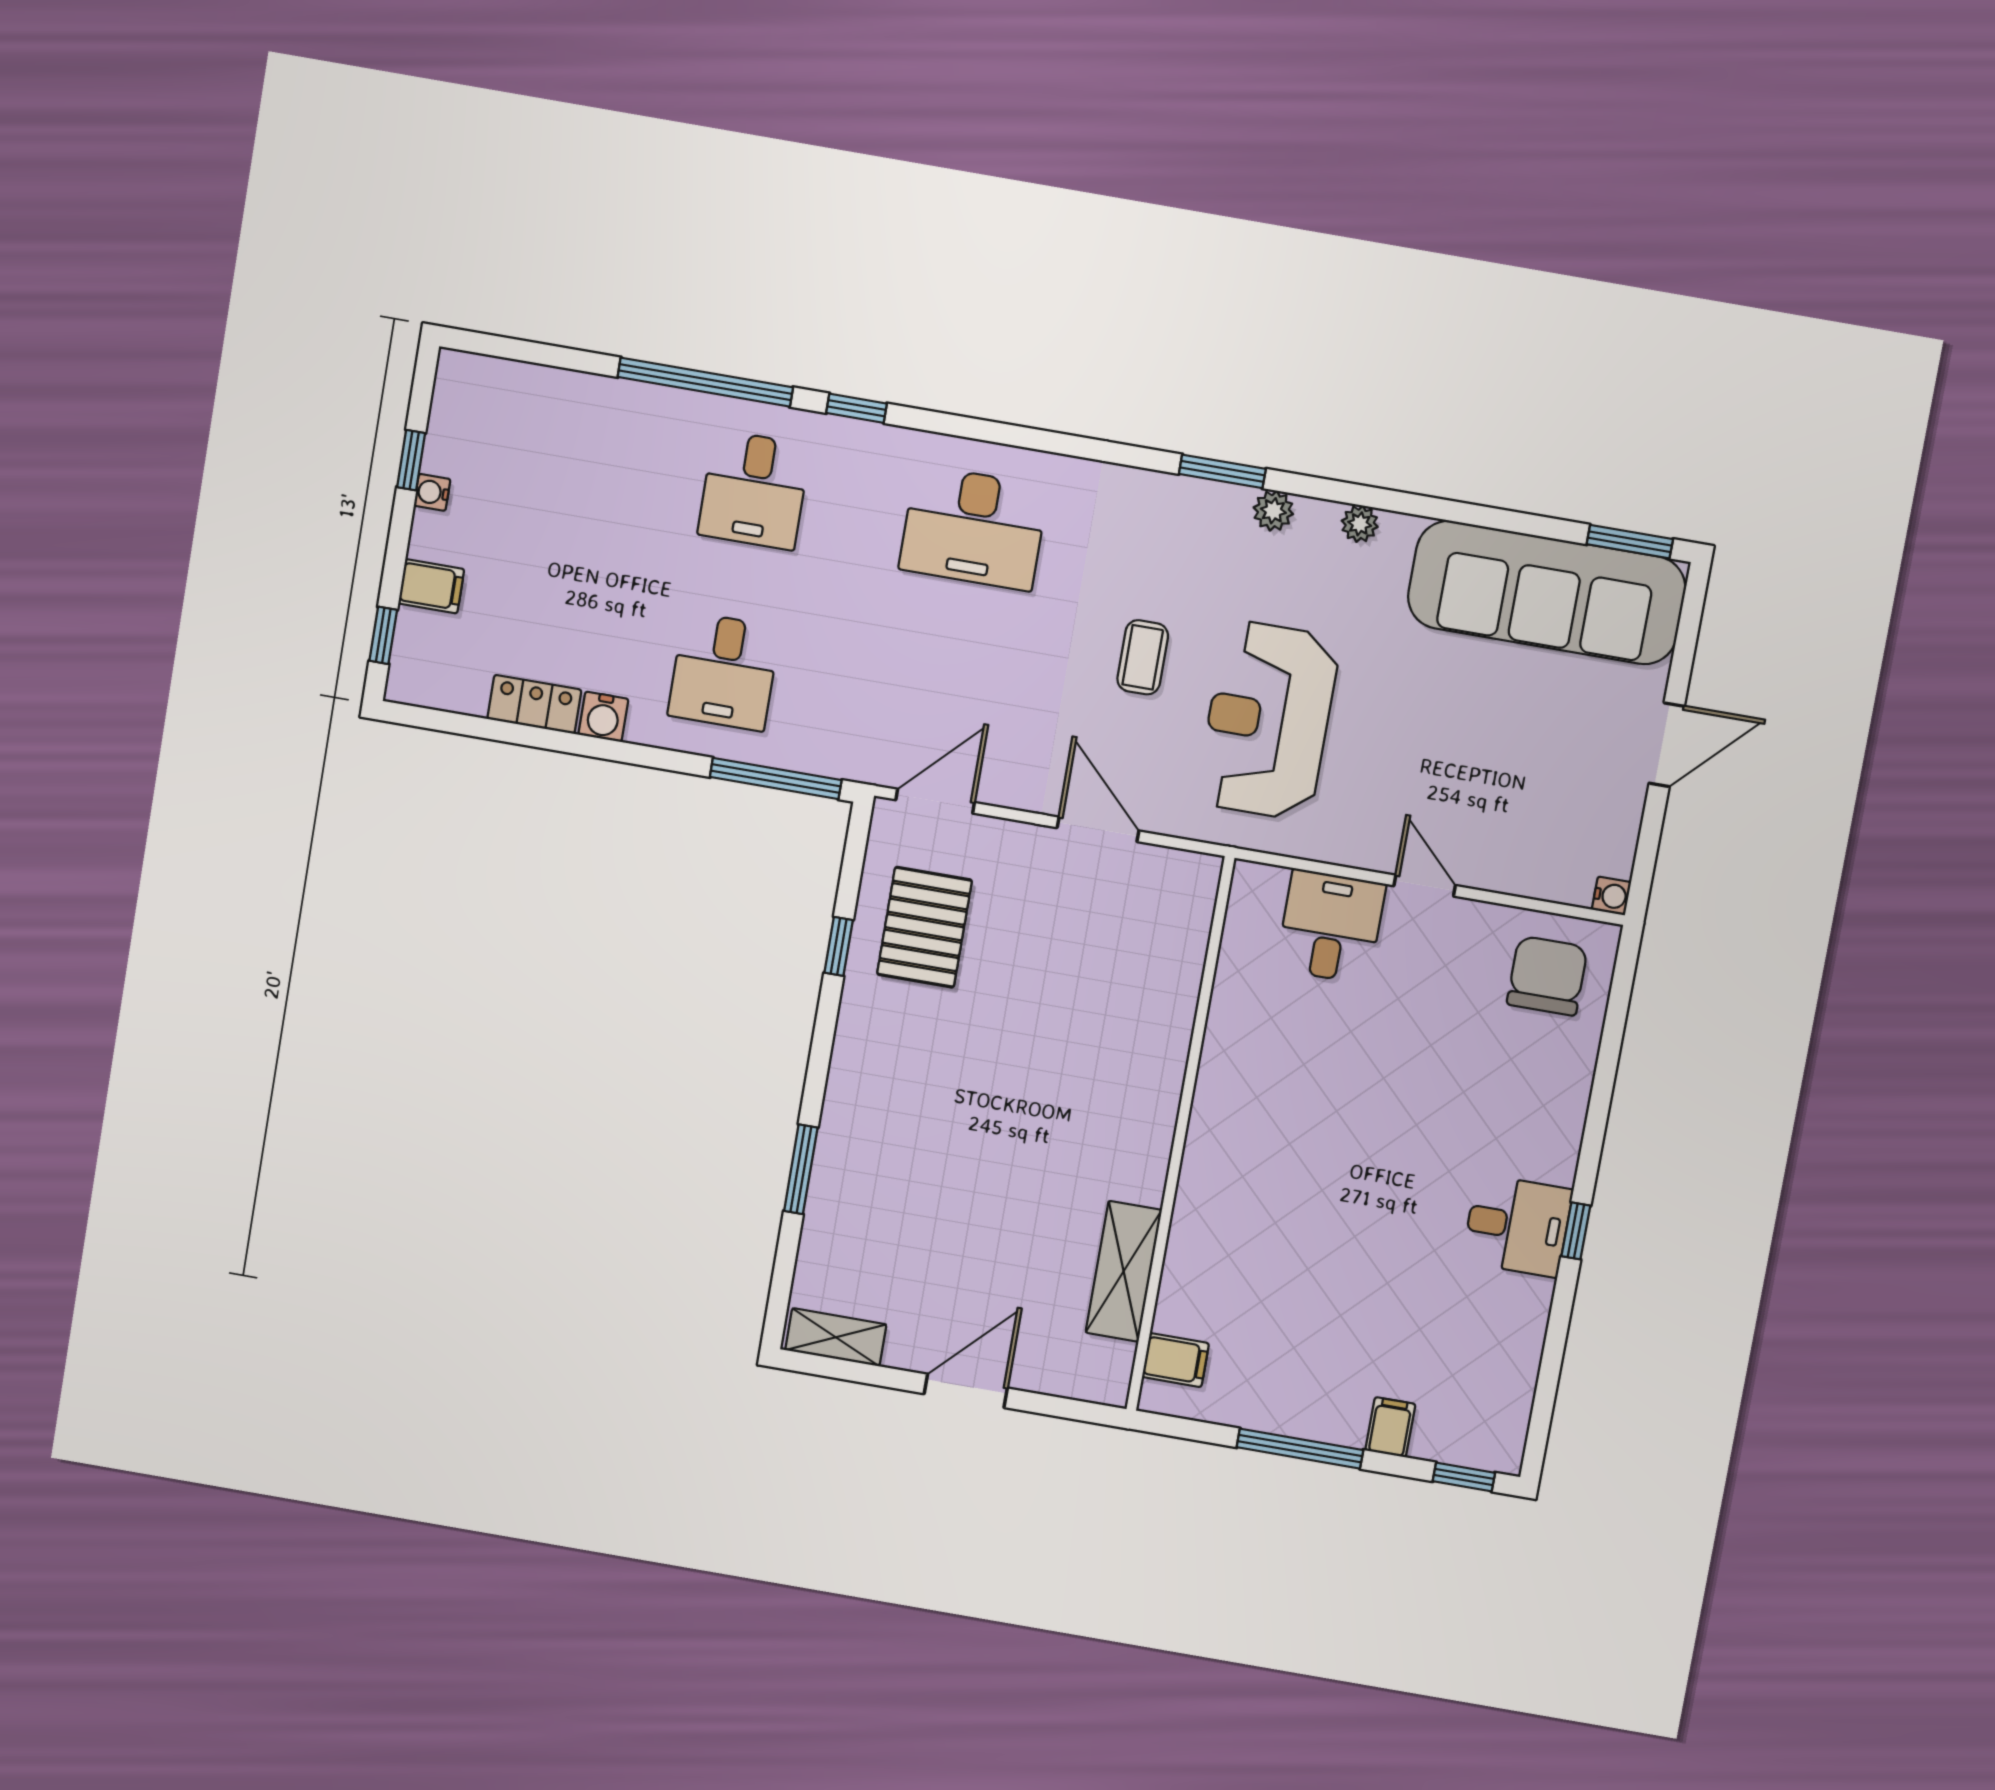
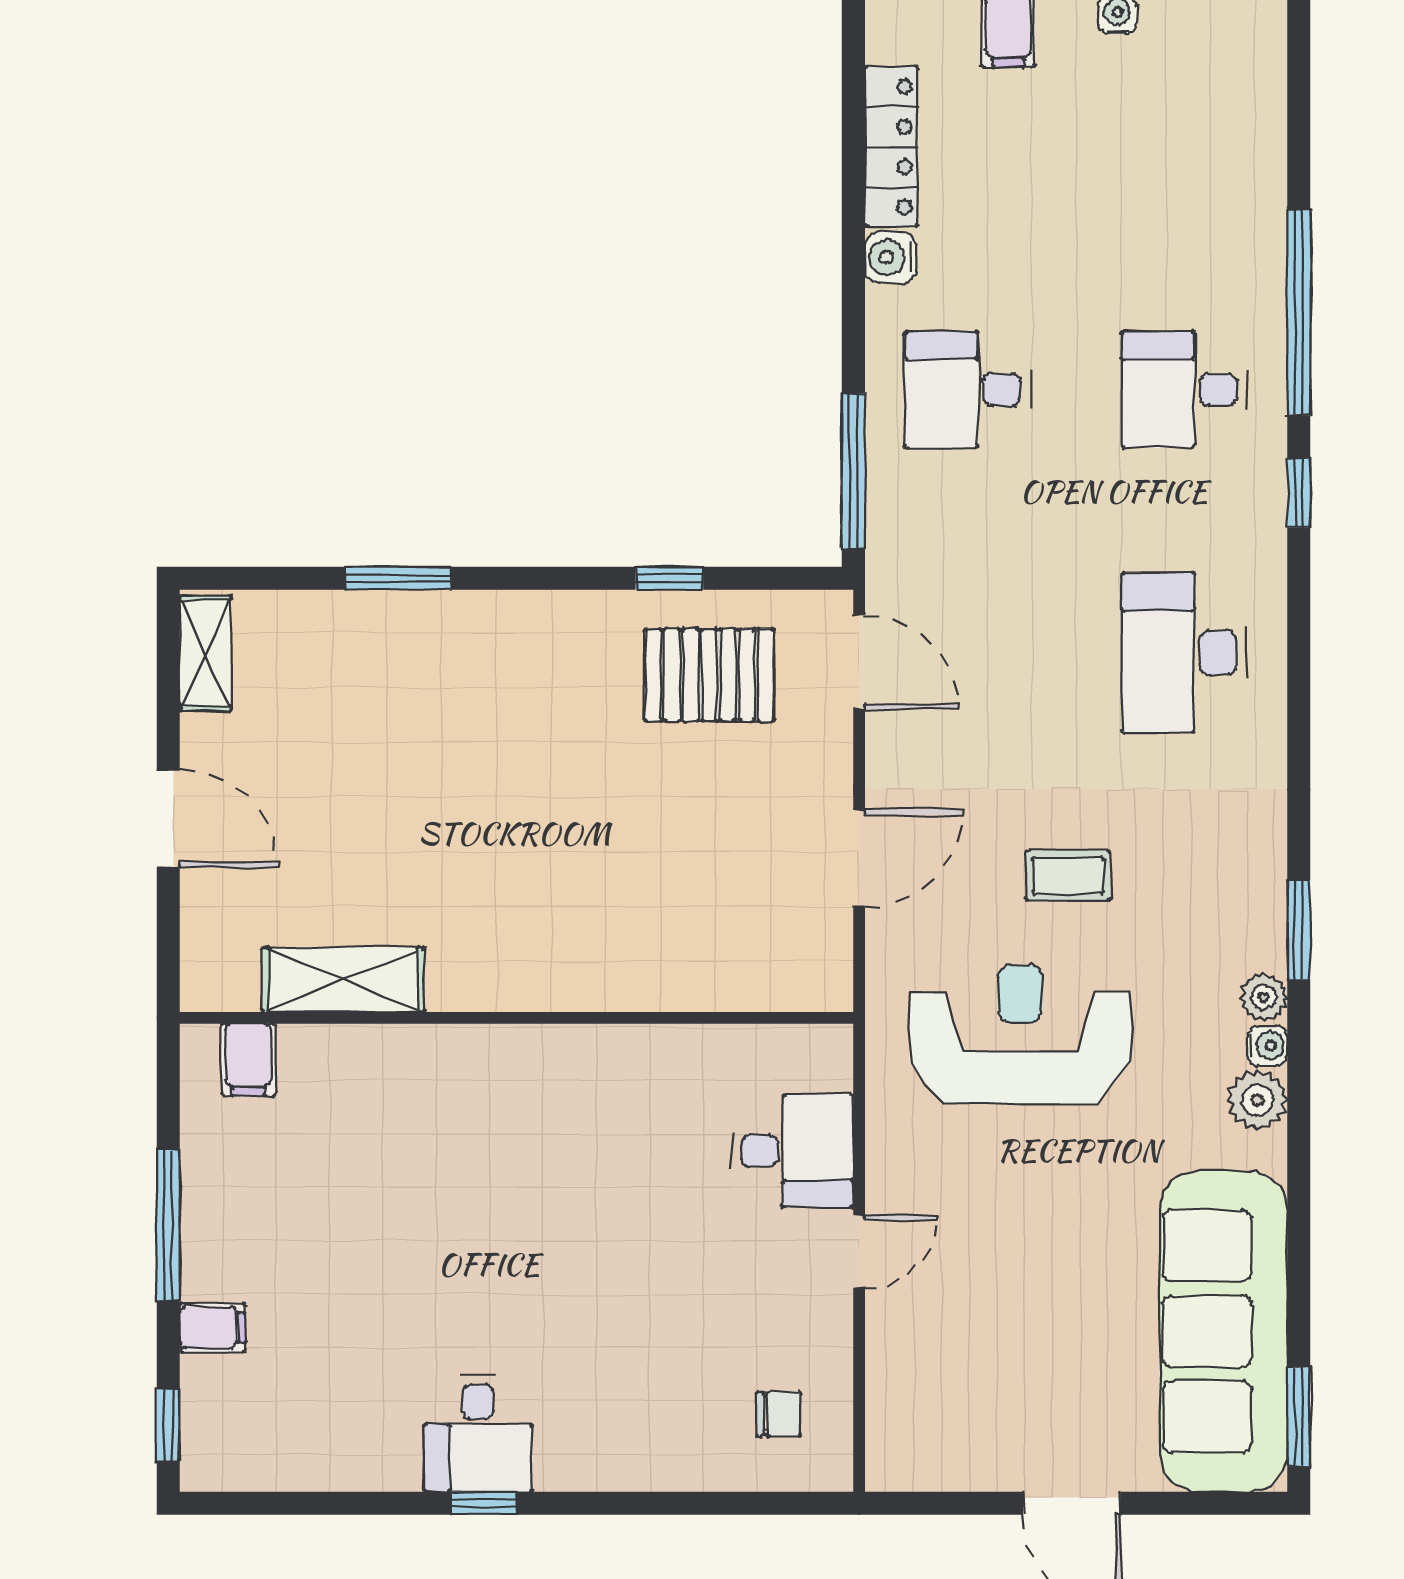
plant: (1360, 524) -> (1258, 1100), width x1.38, depth x1.38
locker: (534, 704) -> (891, 147), width x1.53
water cooler: (1611, 896) -> (1267, 1046), moved, turned -90
chair: (1547, 976) -> (779, 1414), width x0.54, depth x0.54

